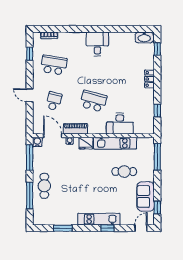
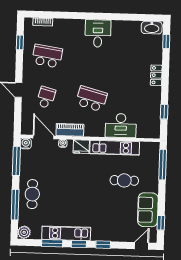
plant: (38, 219) -> (24, 232), added
kitchen unit: (99, 219) -> (66, 233), moved
window: (86, 228) -> (79, 244), added

